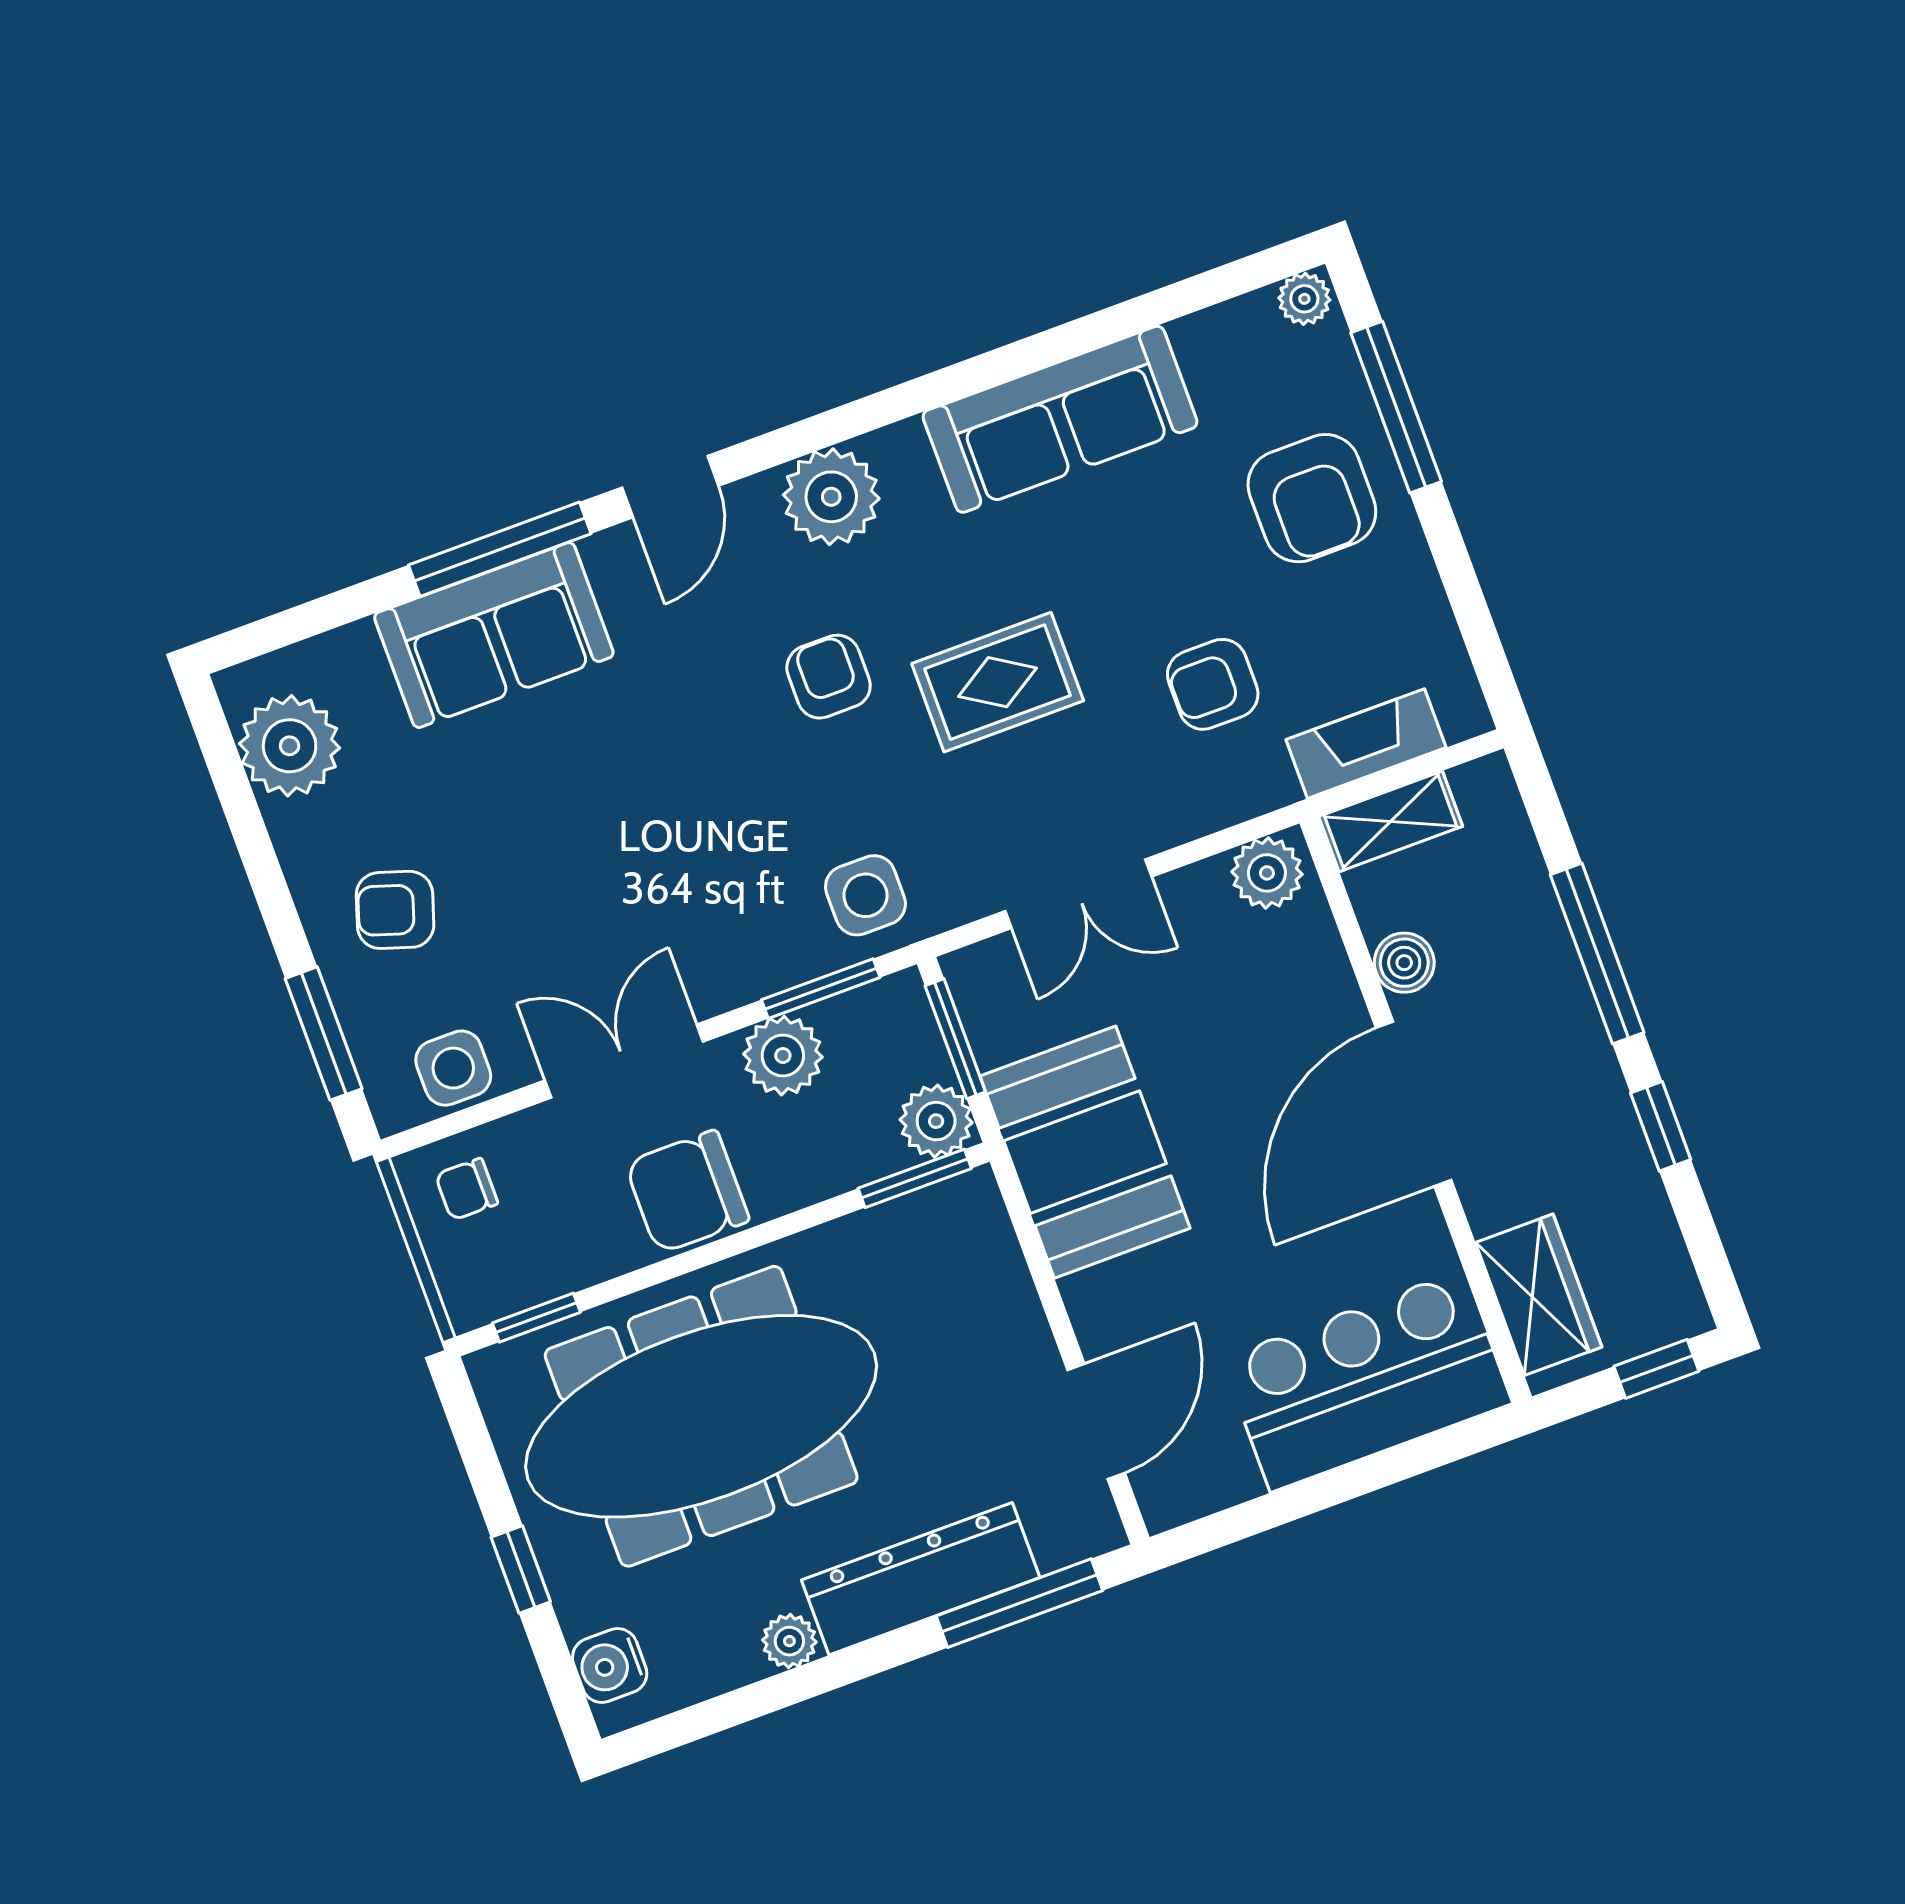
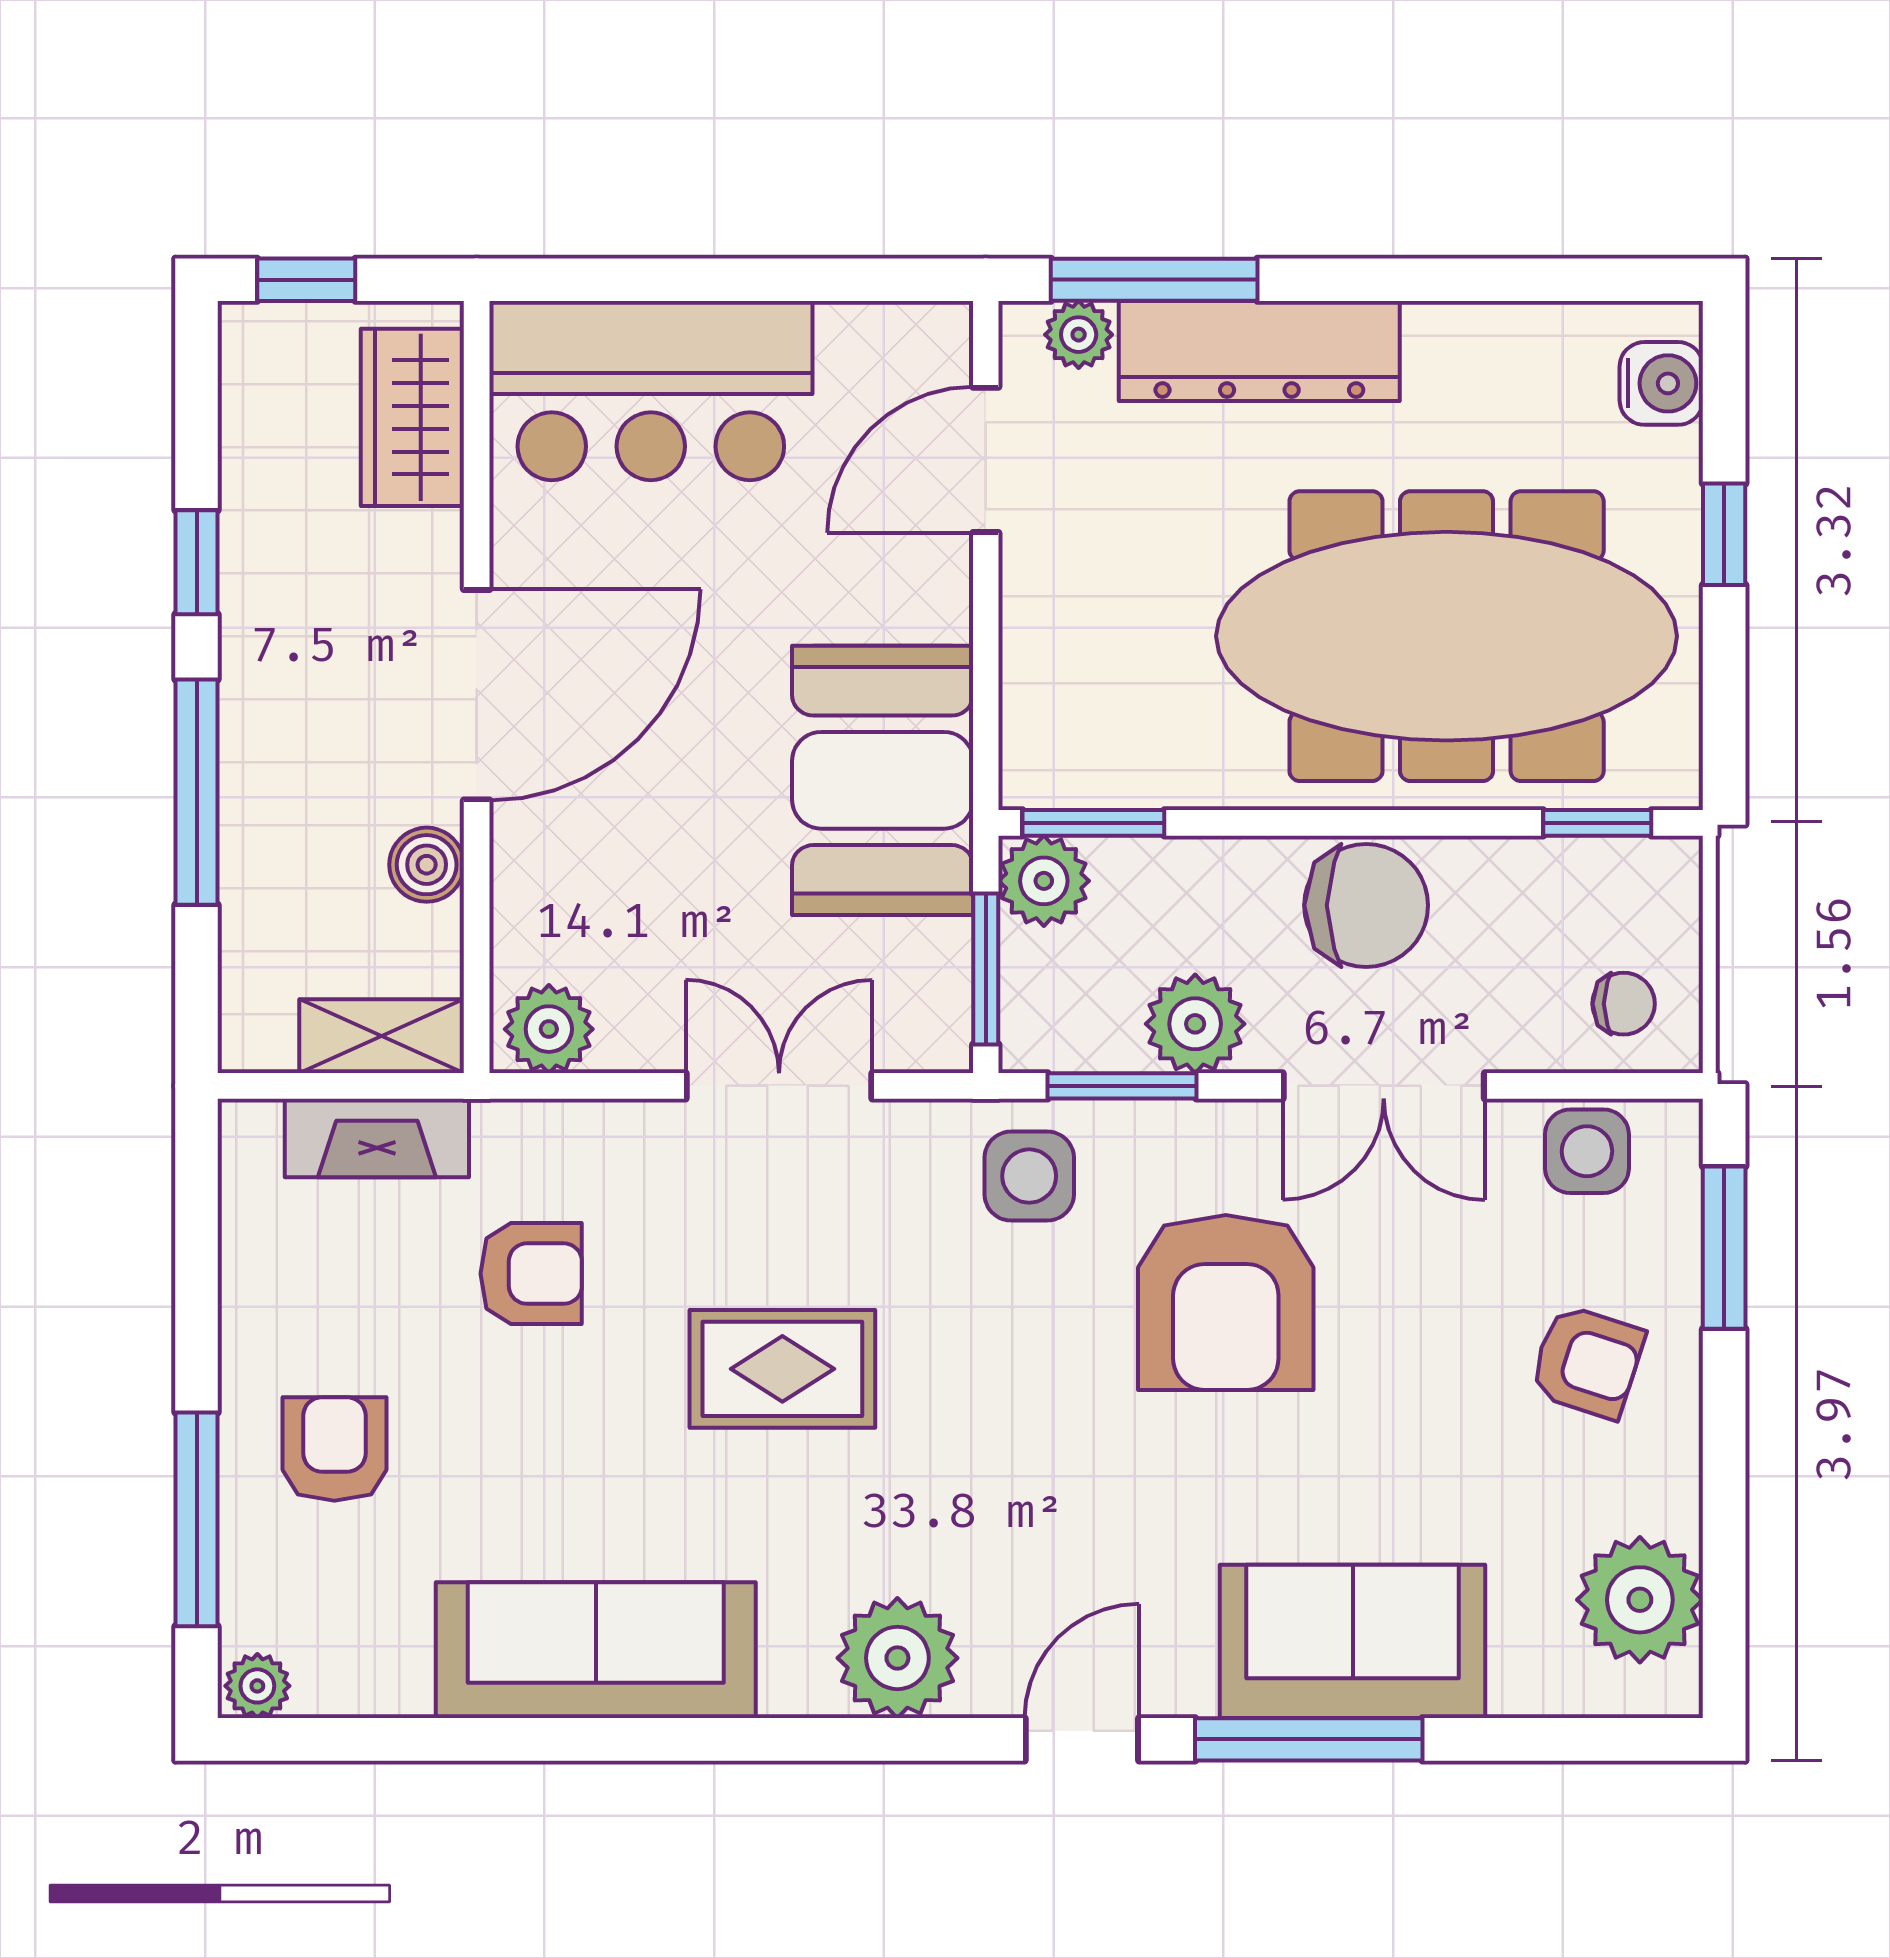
armchair: (1312, 498) -> (334, 1449), width x0.72, depth x0.72
armchair: (829, 677) -> (1226, 1302), moved, width x1.88, depth x1.88
plant: (789, 1641) -> (1079, 335), moved

